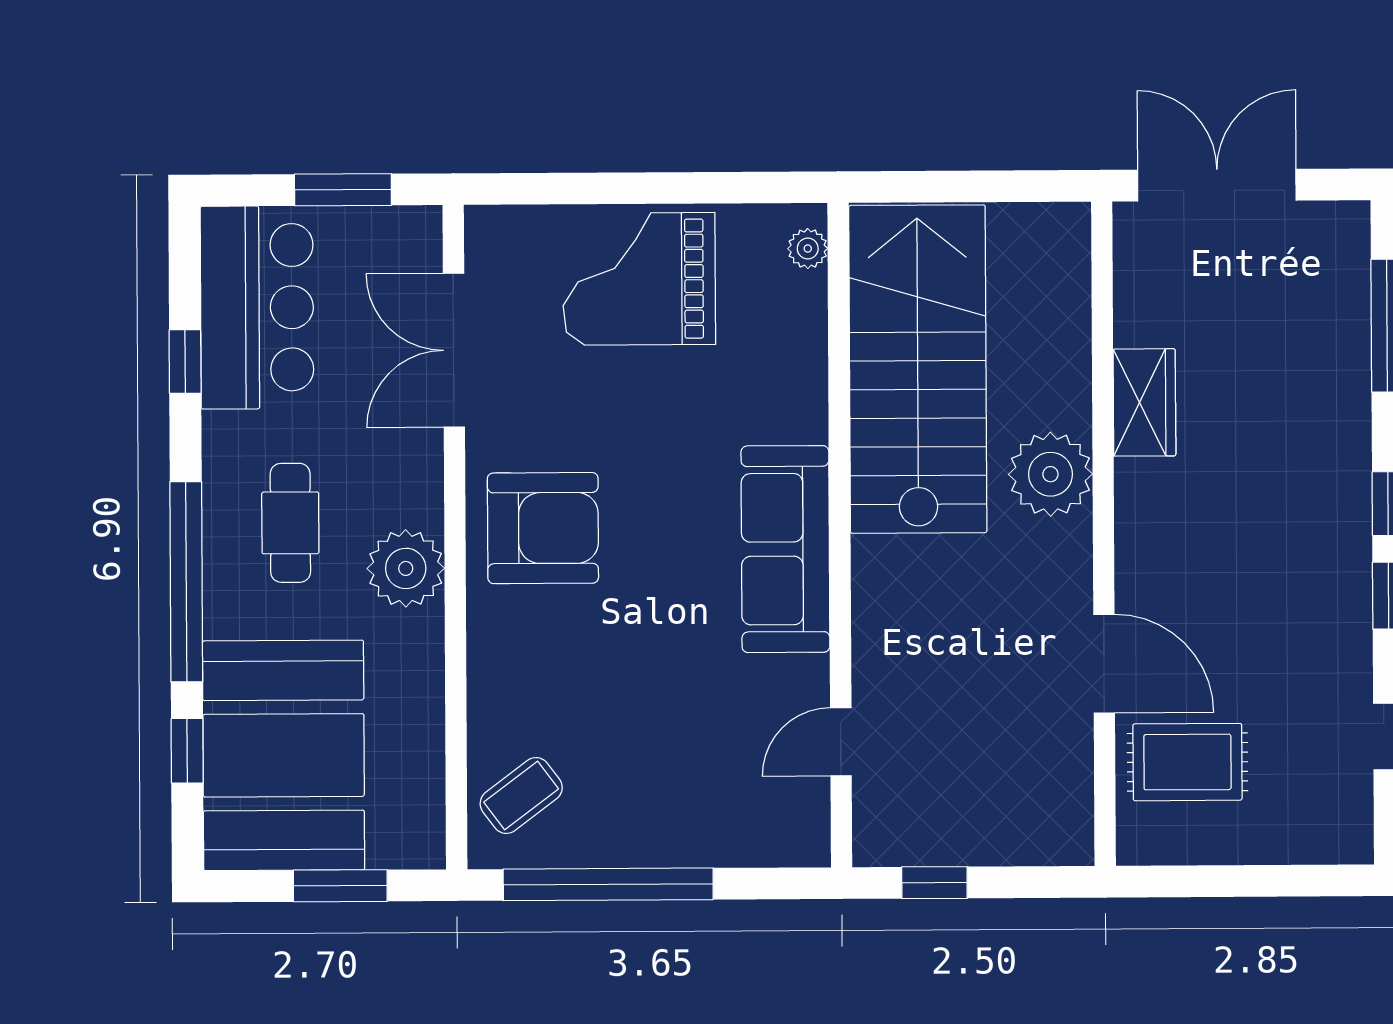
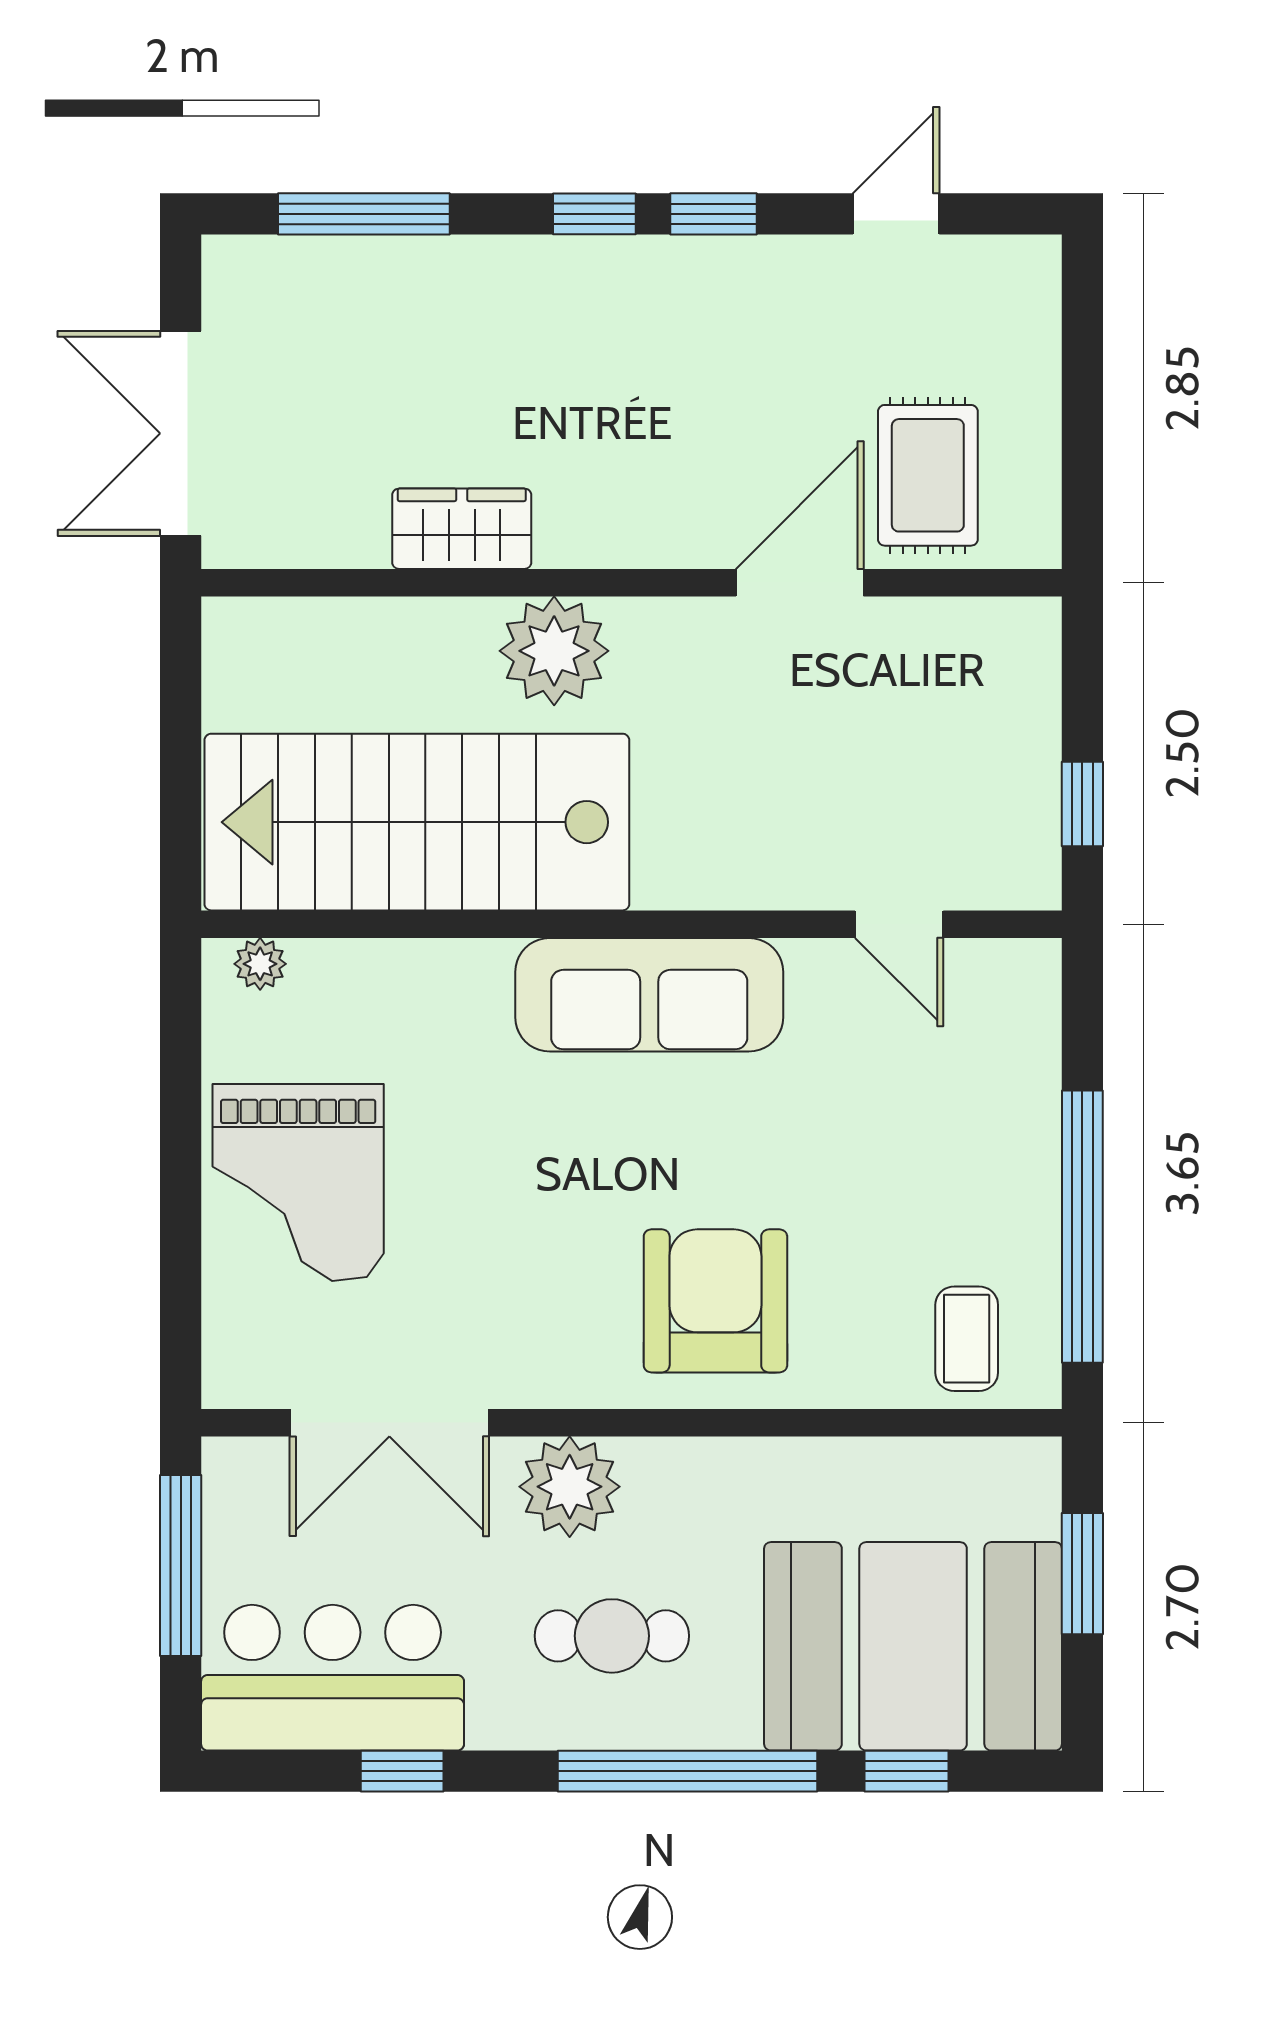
window: (343, 190) -> (181, 1566), width x1.44
armchair: (543, 528) -> (715, 1301), moved
plant: (406, 568) -> (570, 1487), moved
coffee table: (521, 795) -> (967, 1339), turned 37

